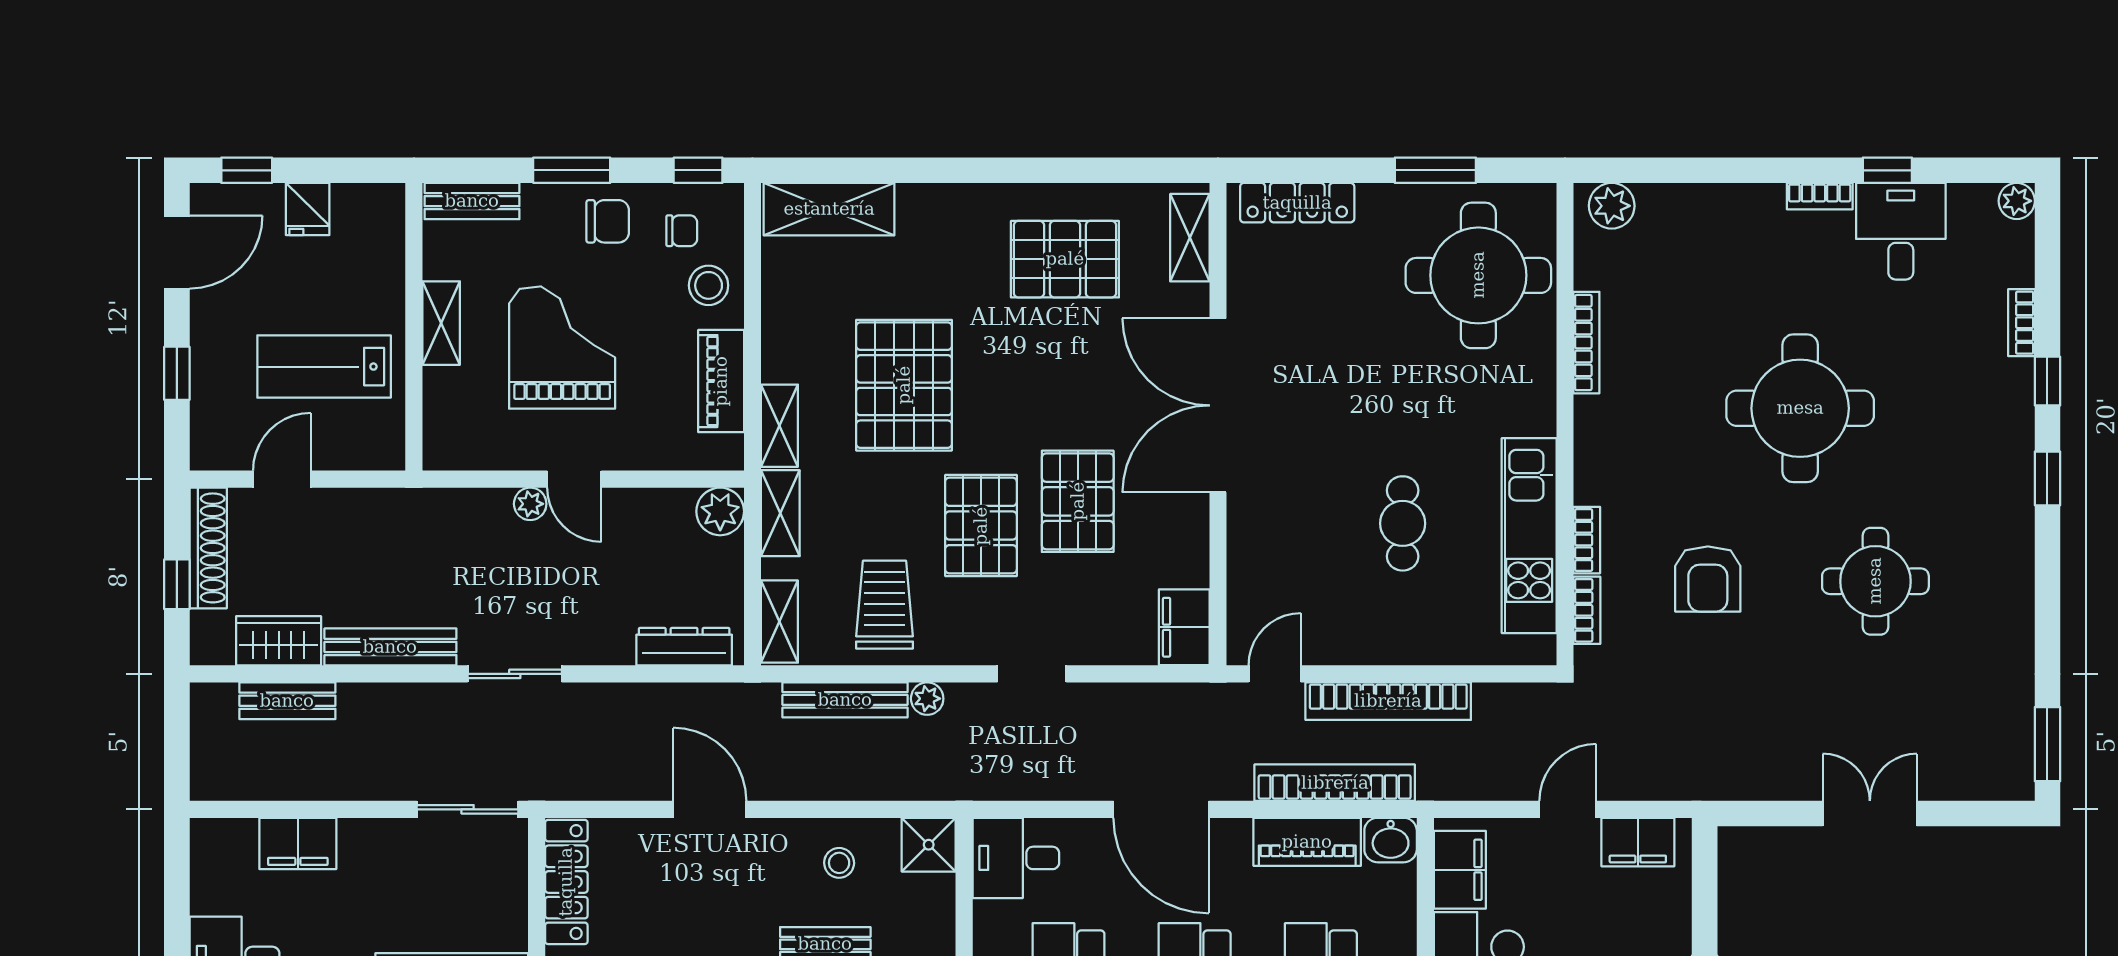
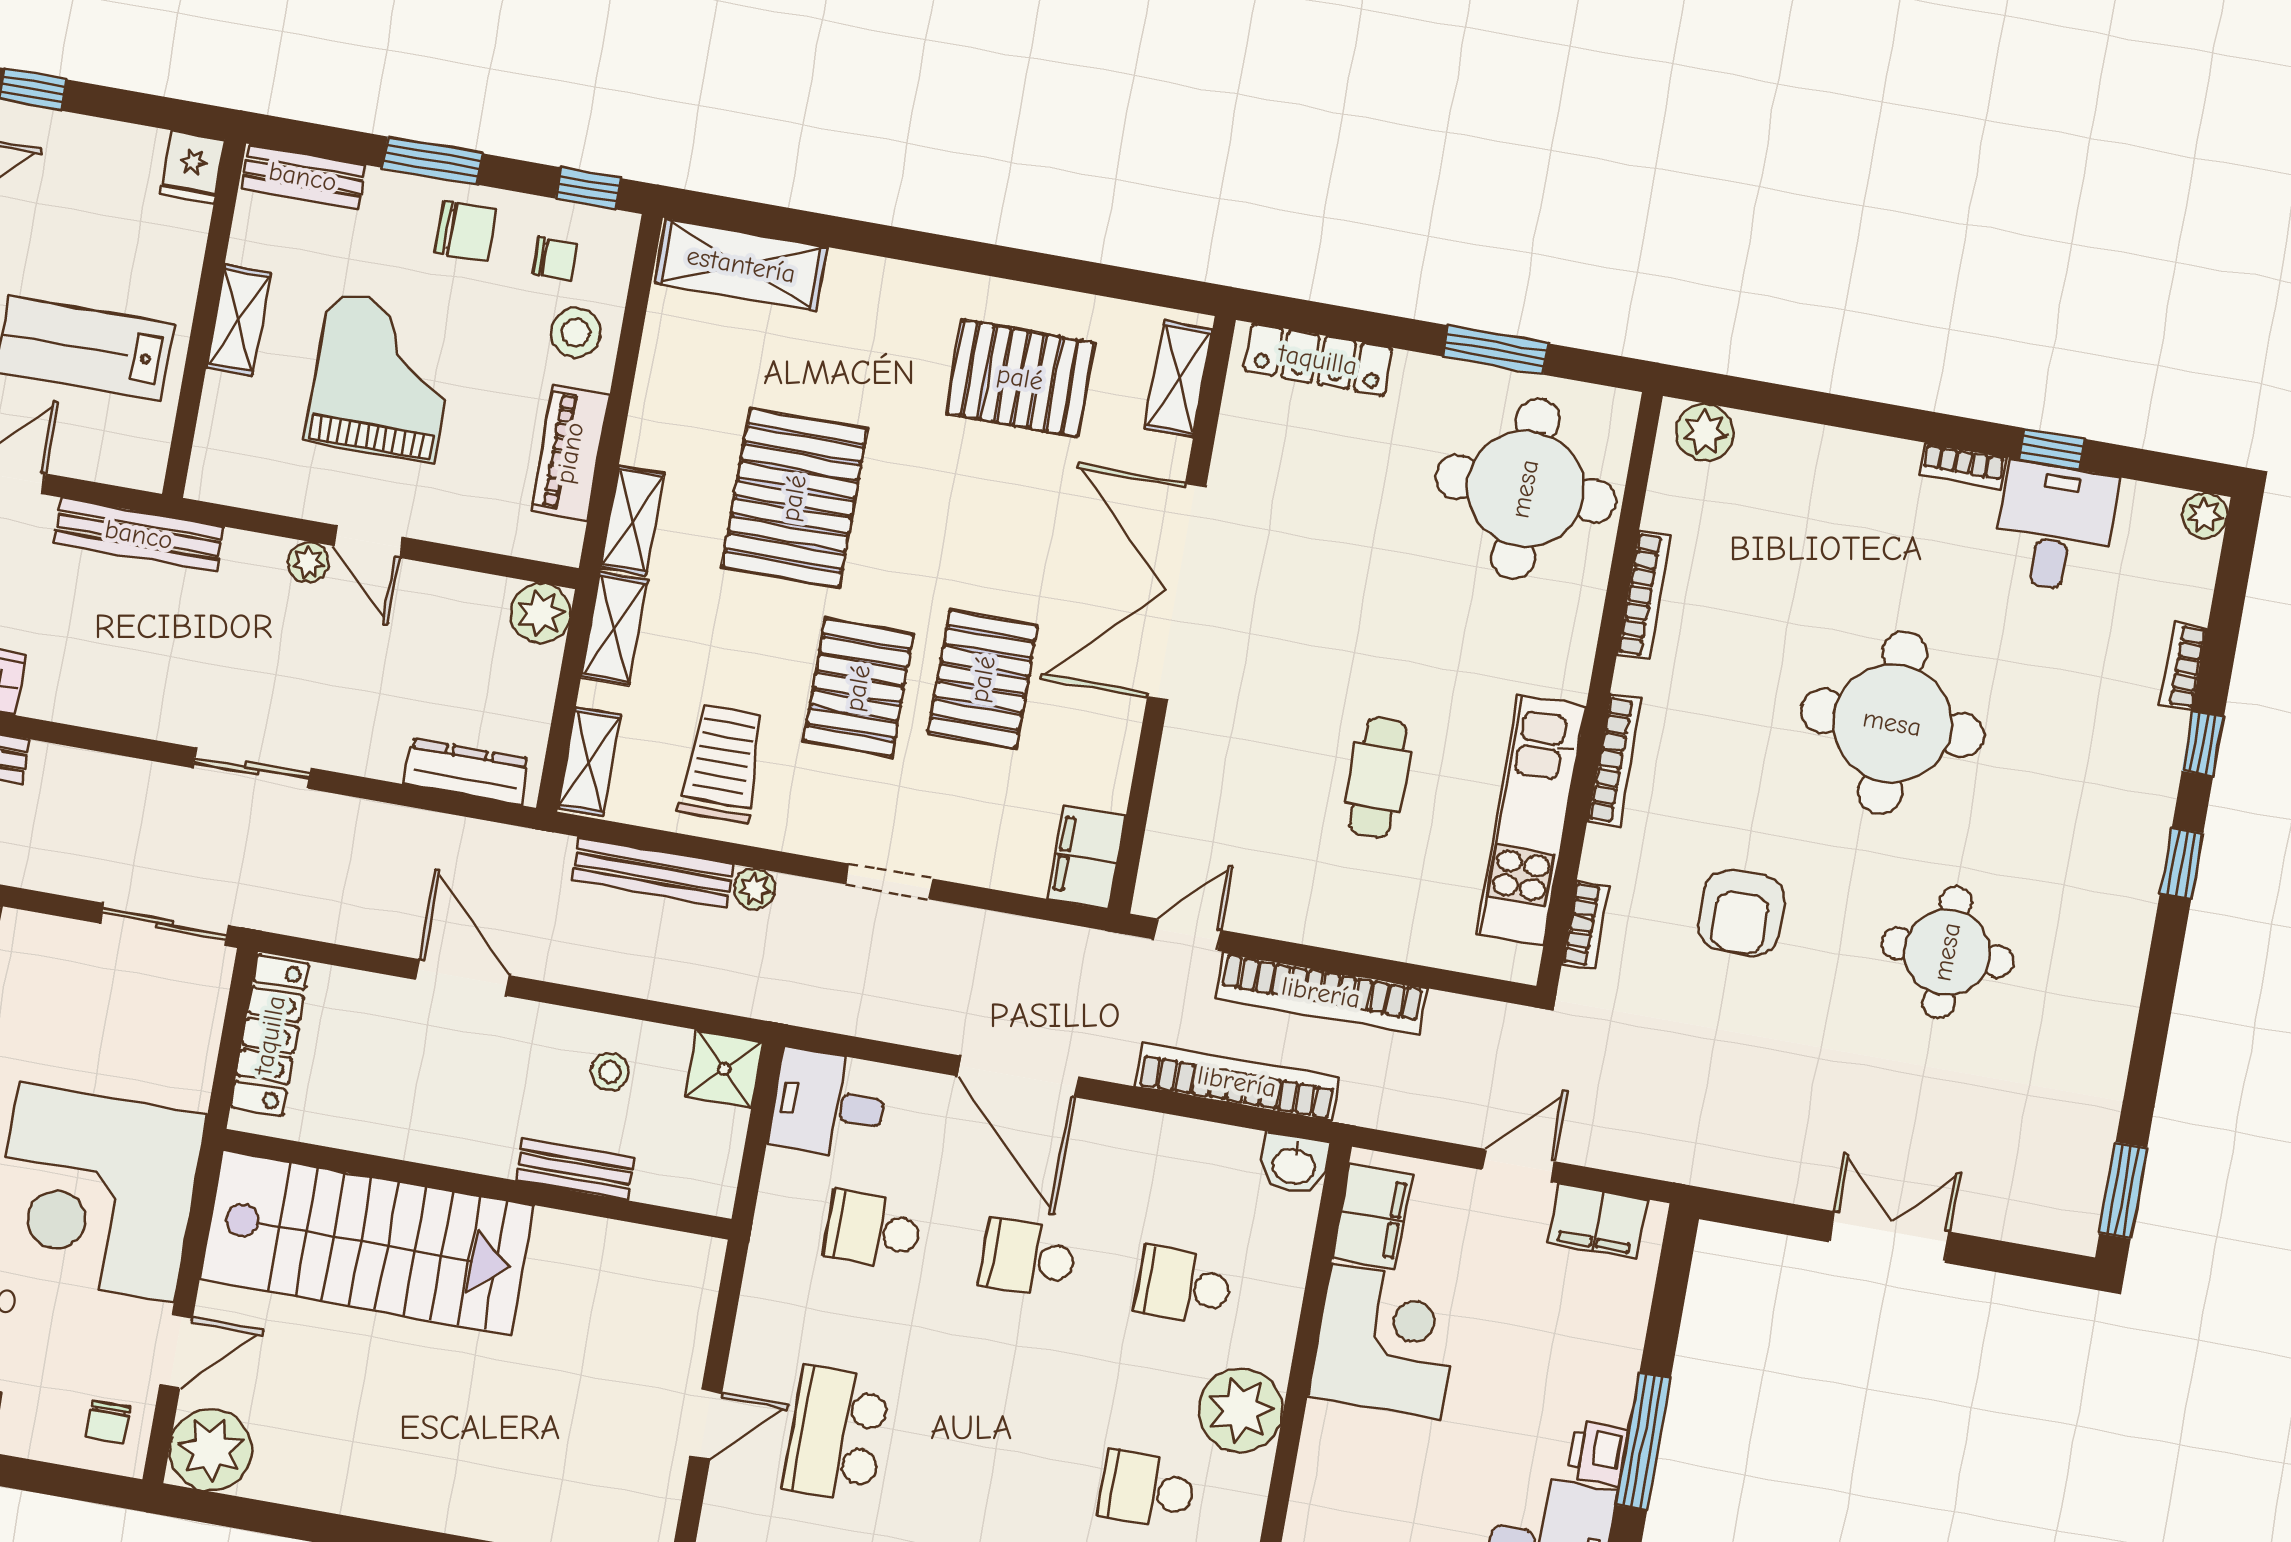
fridge: (308, 209) -> (192, 167), moved
bookcase: (1587, 540) -> (1615, 760), moved, width x1.56
bench: (390, 647) -> (139, 535), moved
piano: (1307, 842) -> (1191, 1148), removed

